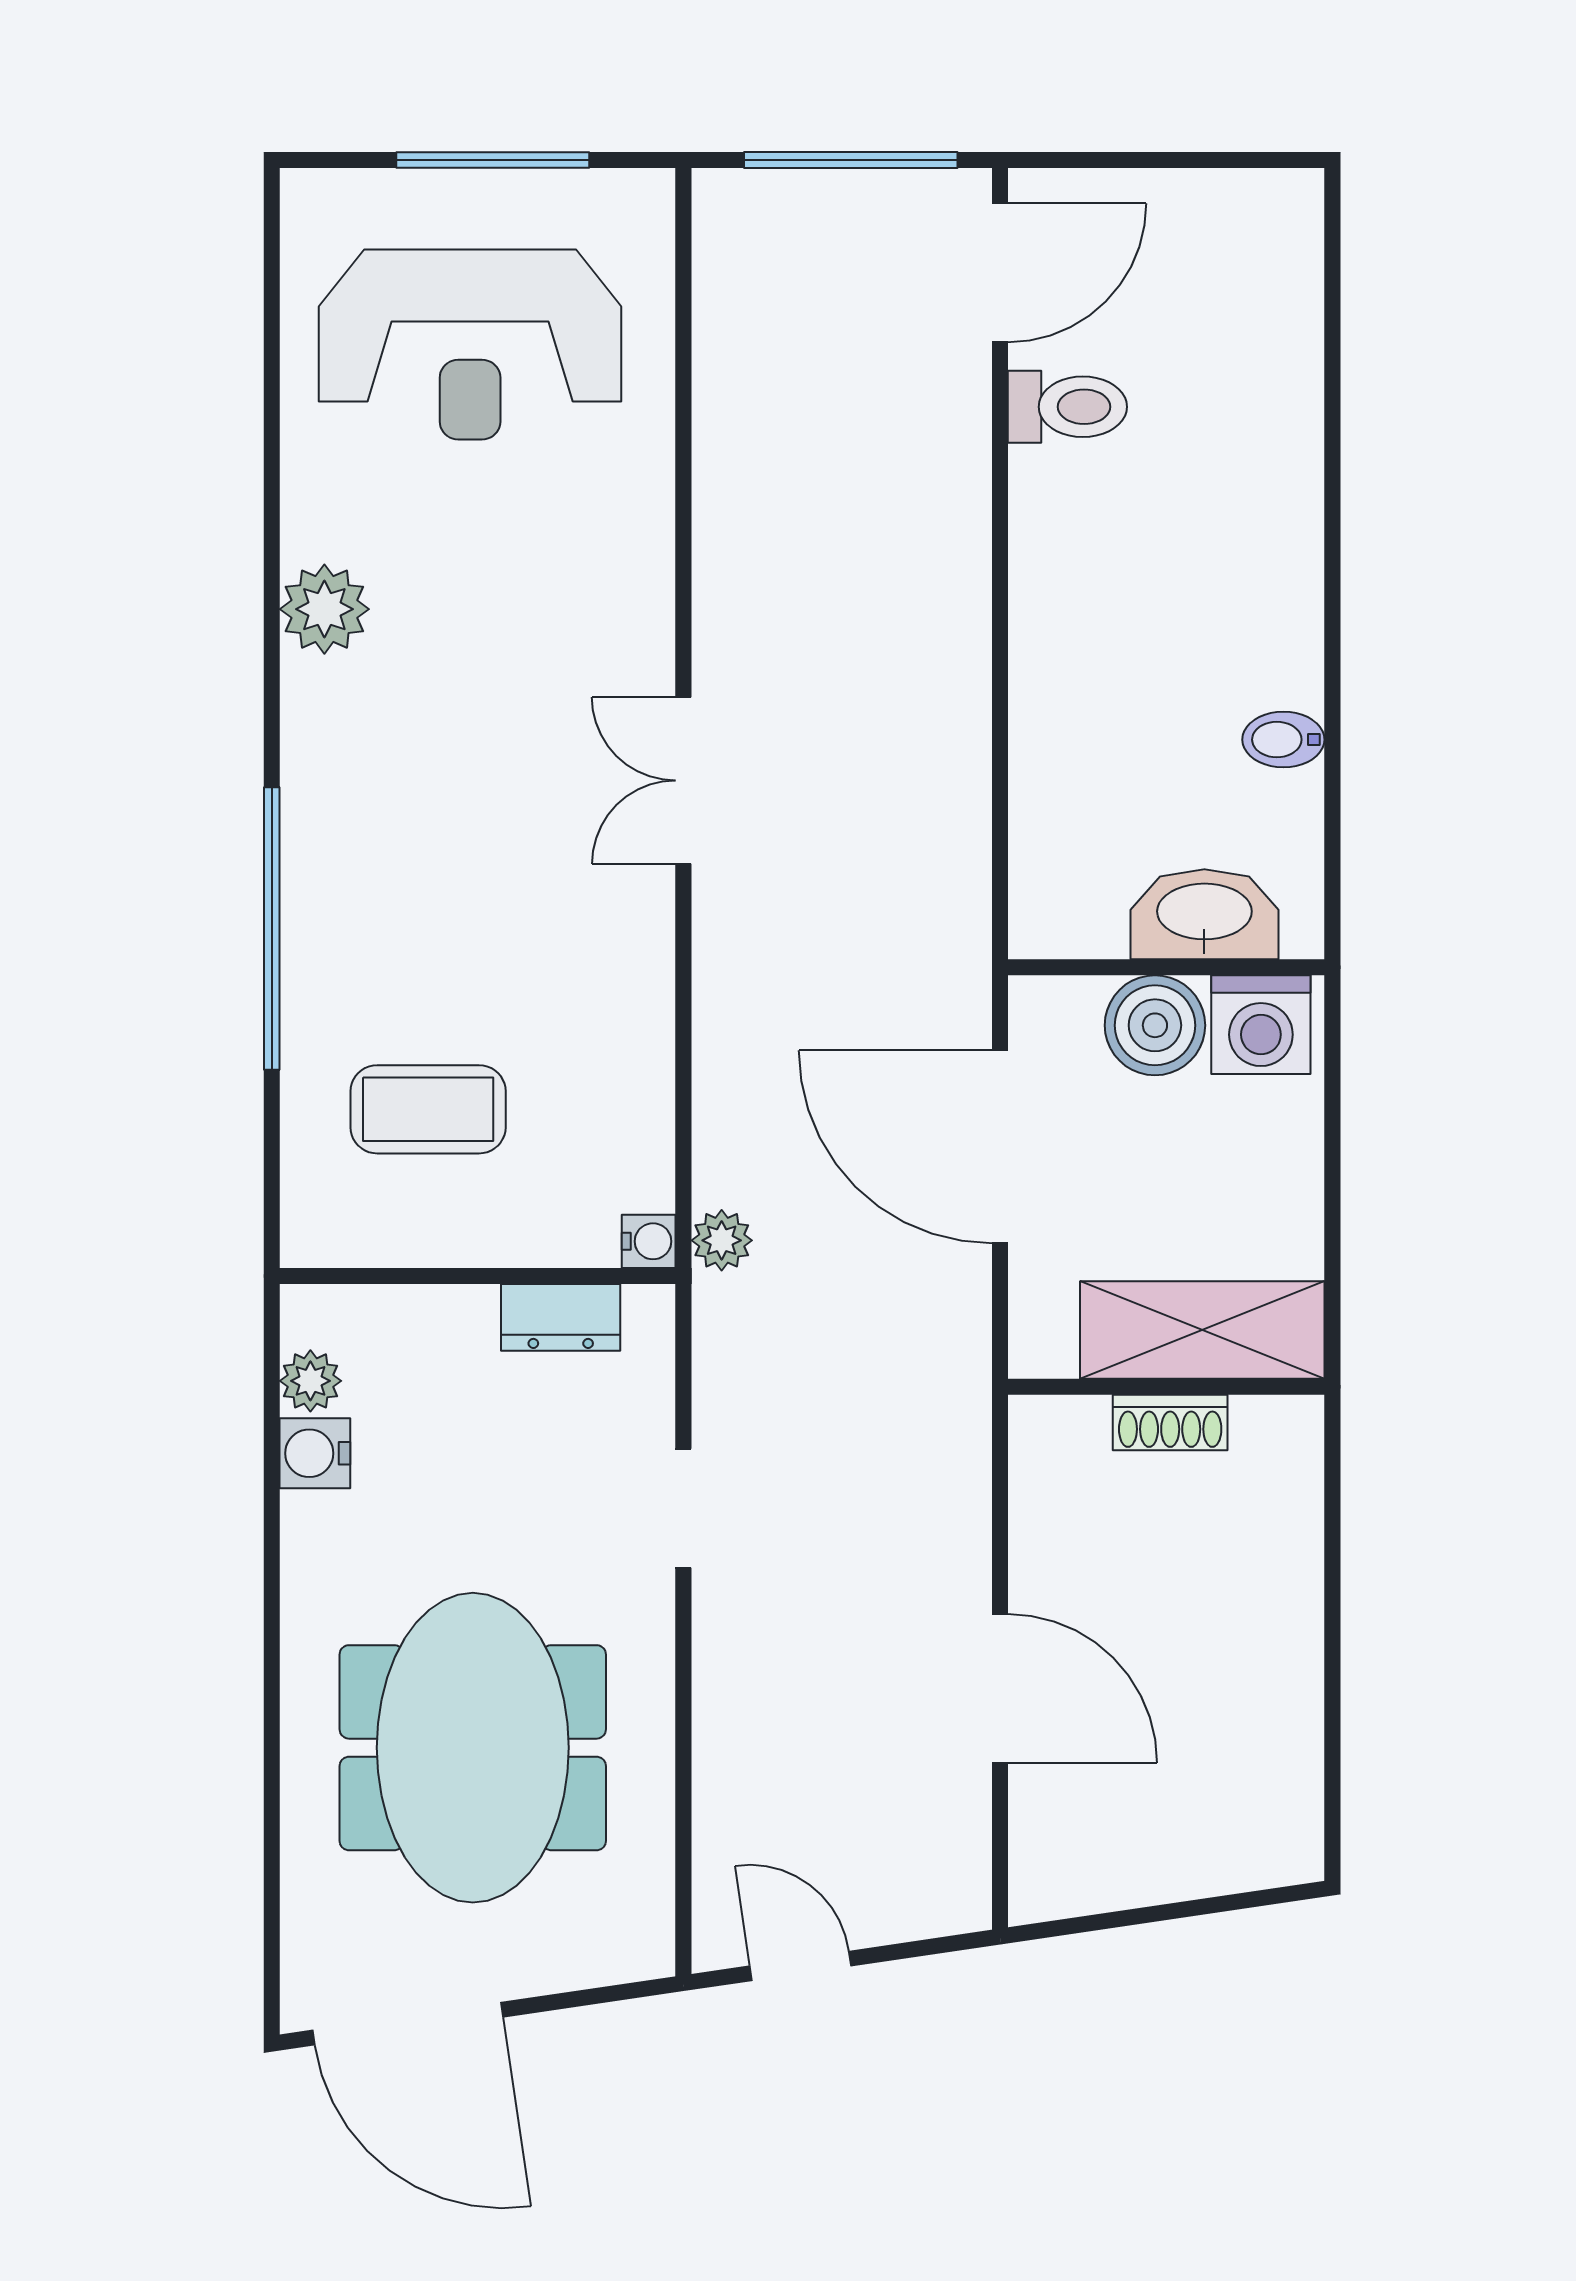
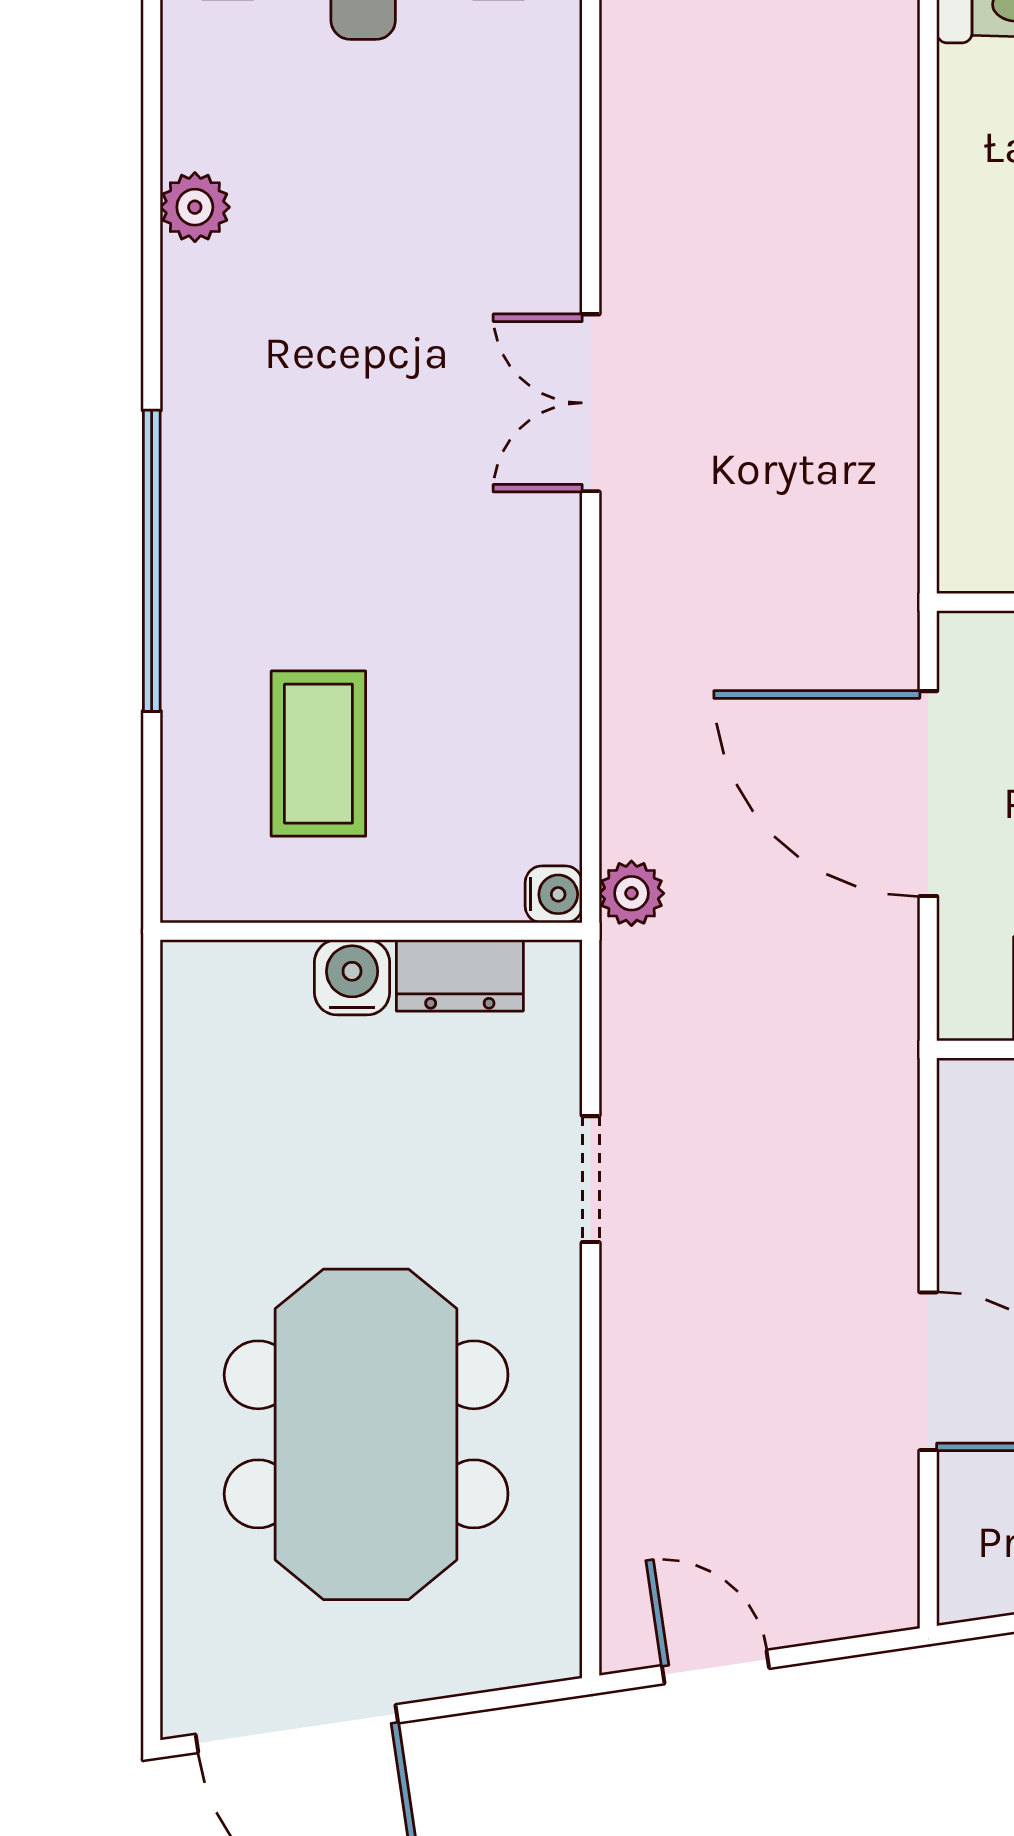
plant: (324, 609) -> (195, 207), width x0.73, depth x0.73
coffee table: (428, 1109) -> (318, 754), turned 90
plant: (310, 1381) -> (193, 1043), removed
water cooler: (315, 1453) -> (352, 977), moved, turned 90

